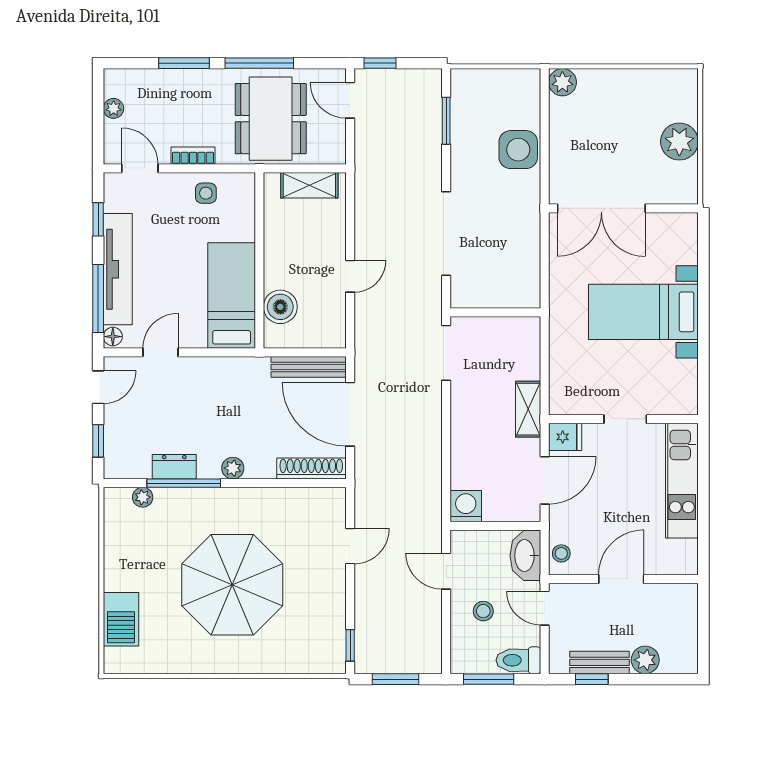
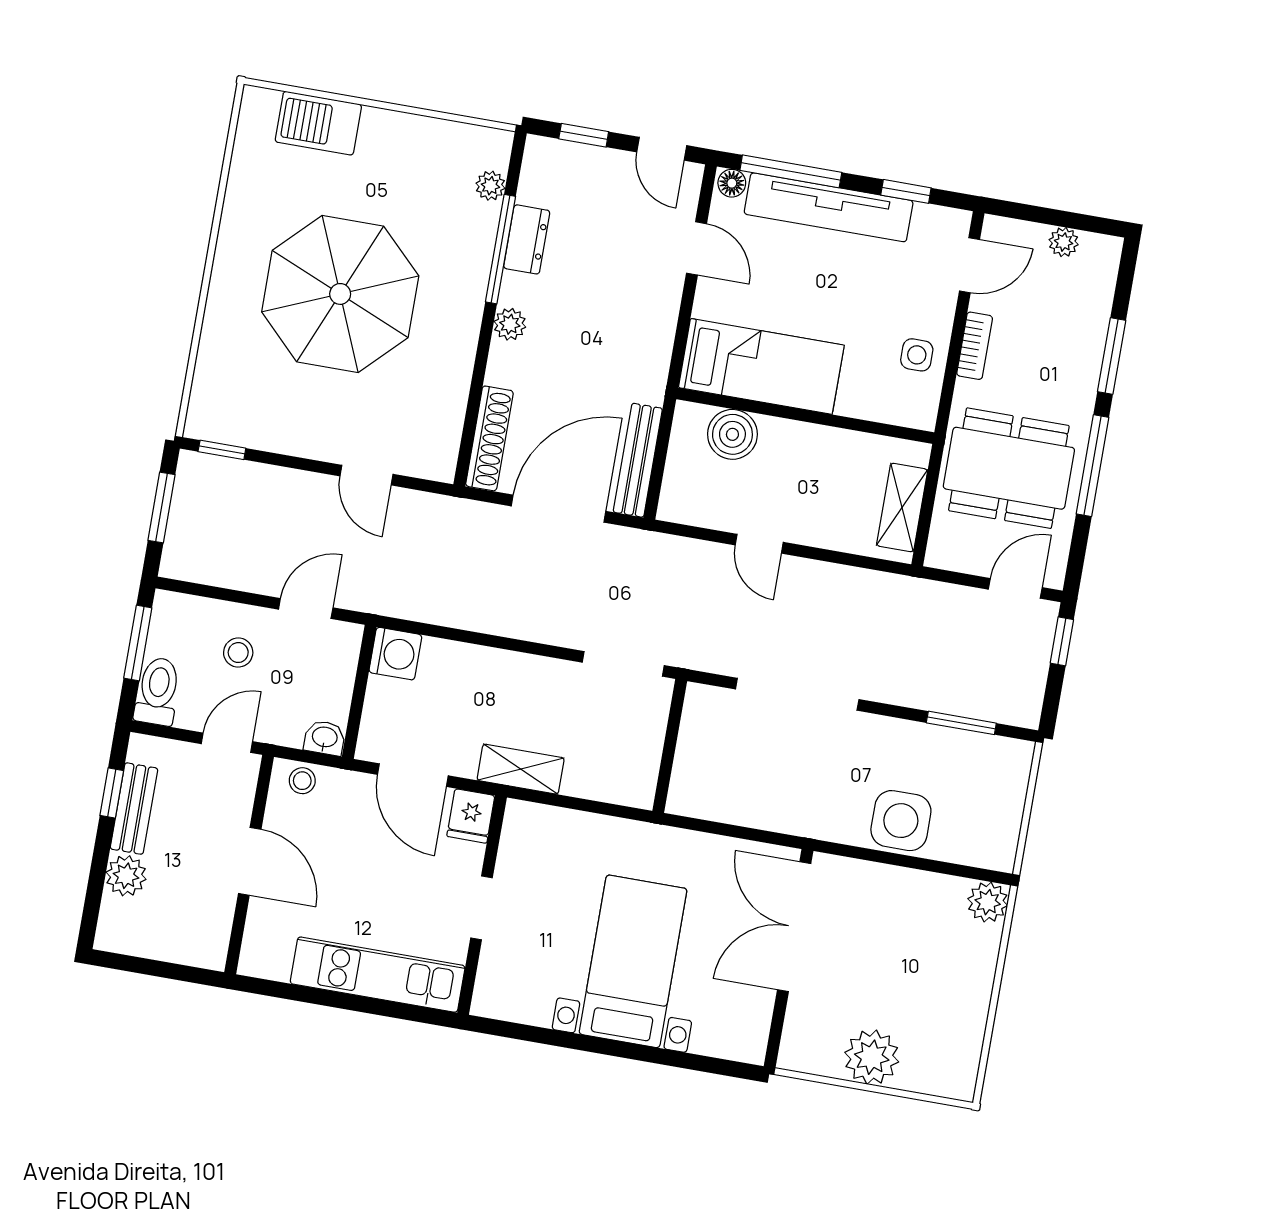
washbasin: (525, 556) -> (325, 738), width x0.52, depth x0.69

